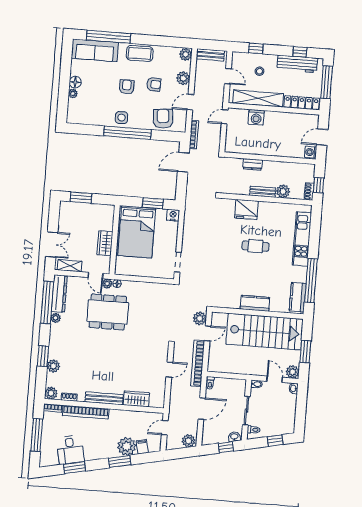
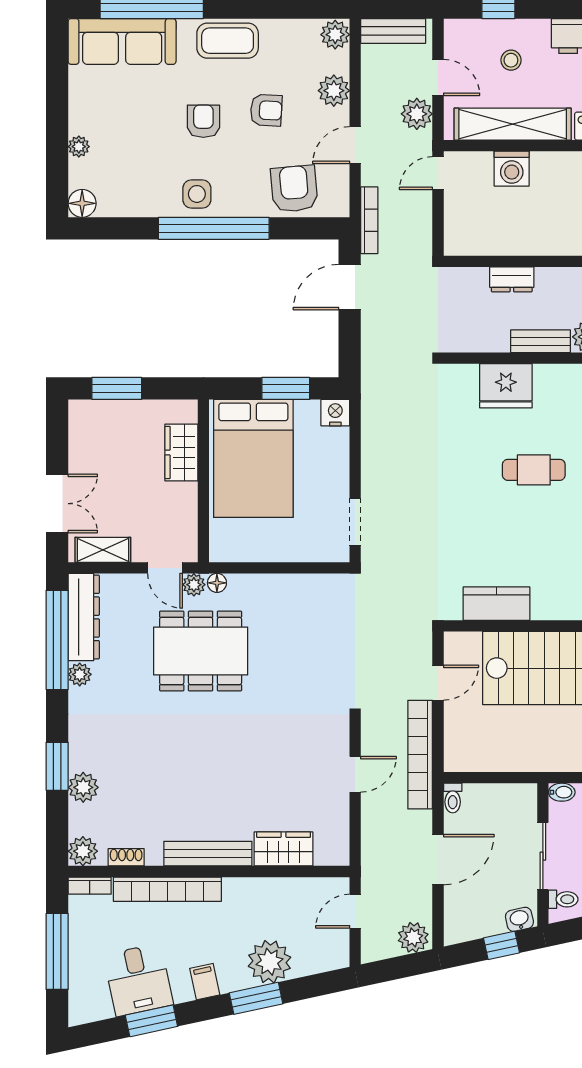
floor lamp: (75, 82) -> (82, 203), moved
wardrobe: (105, 243) -> (181, 453), moved
kitchen counter: (255, 303) -> (496, 604), moved
plant: (200, 318) -> (417, 114), moved
filing cabinet: (142, 447) -> (205, 982), moved

